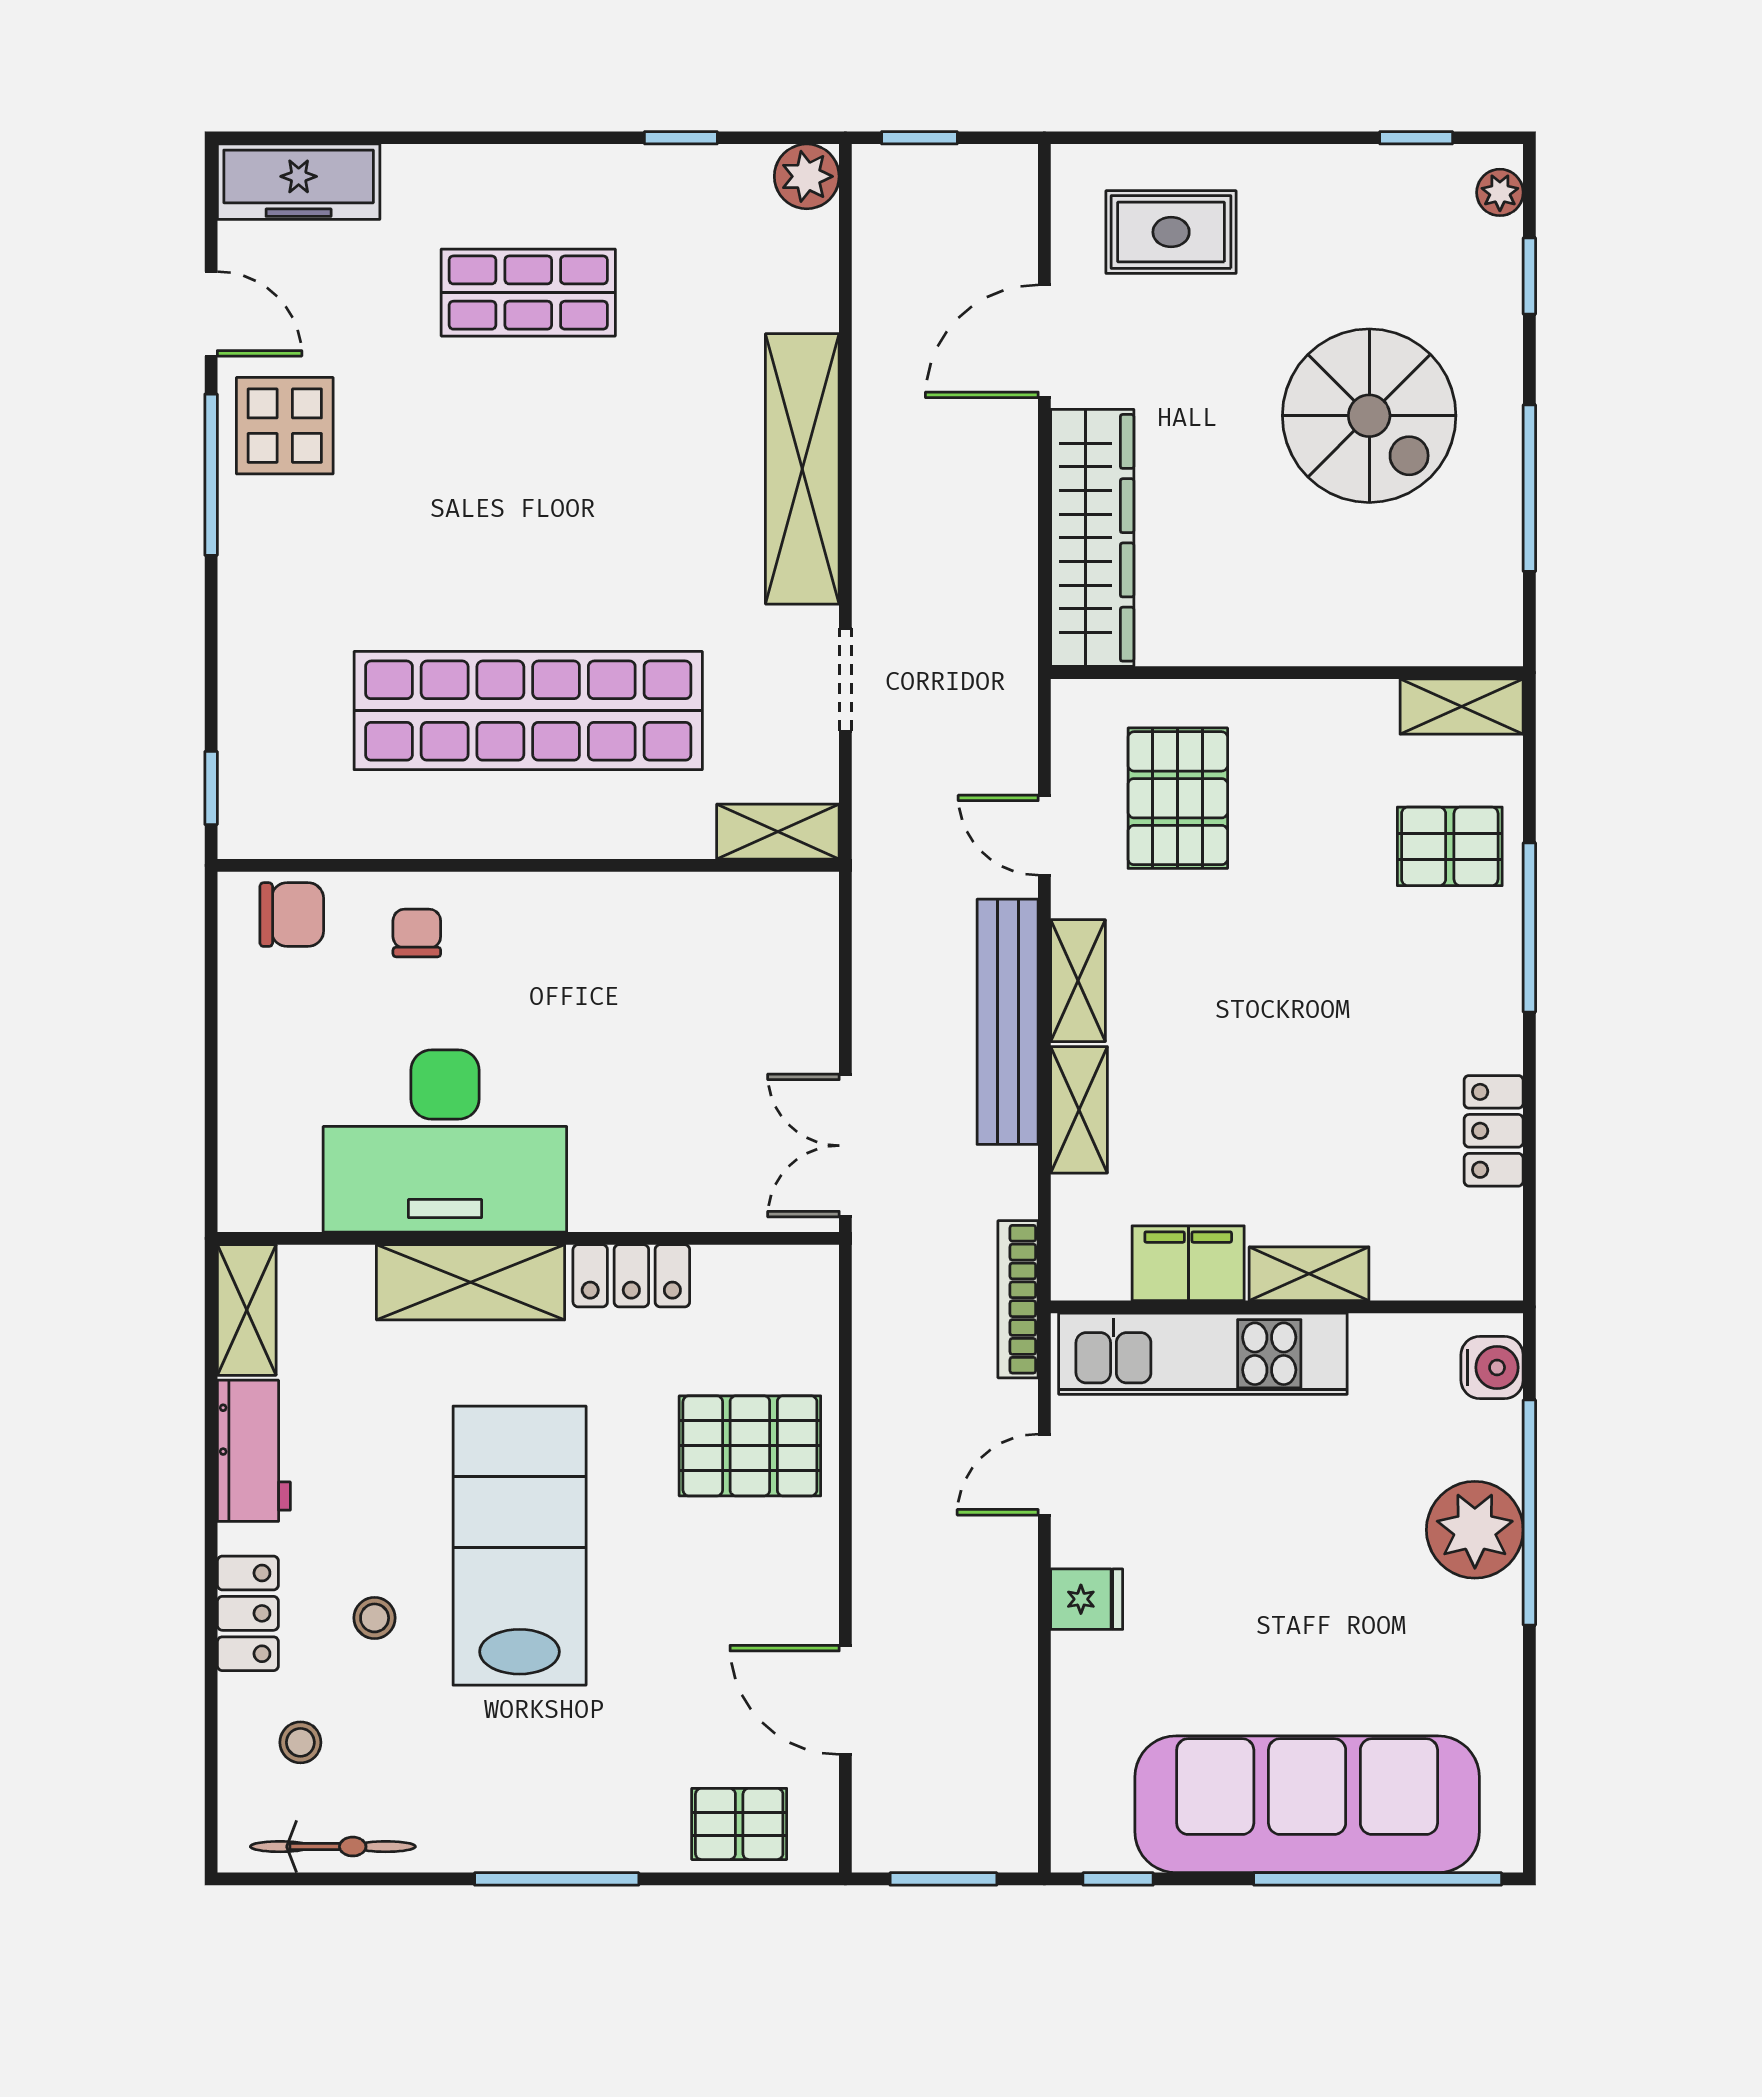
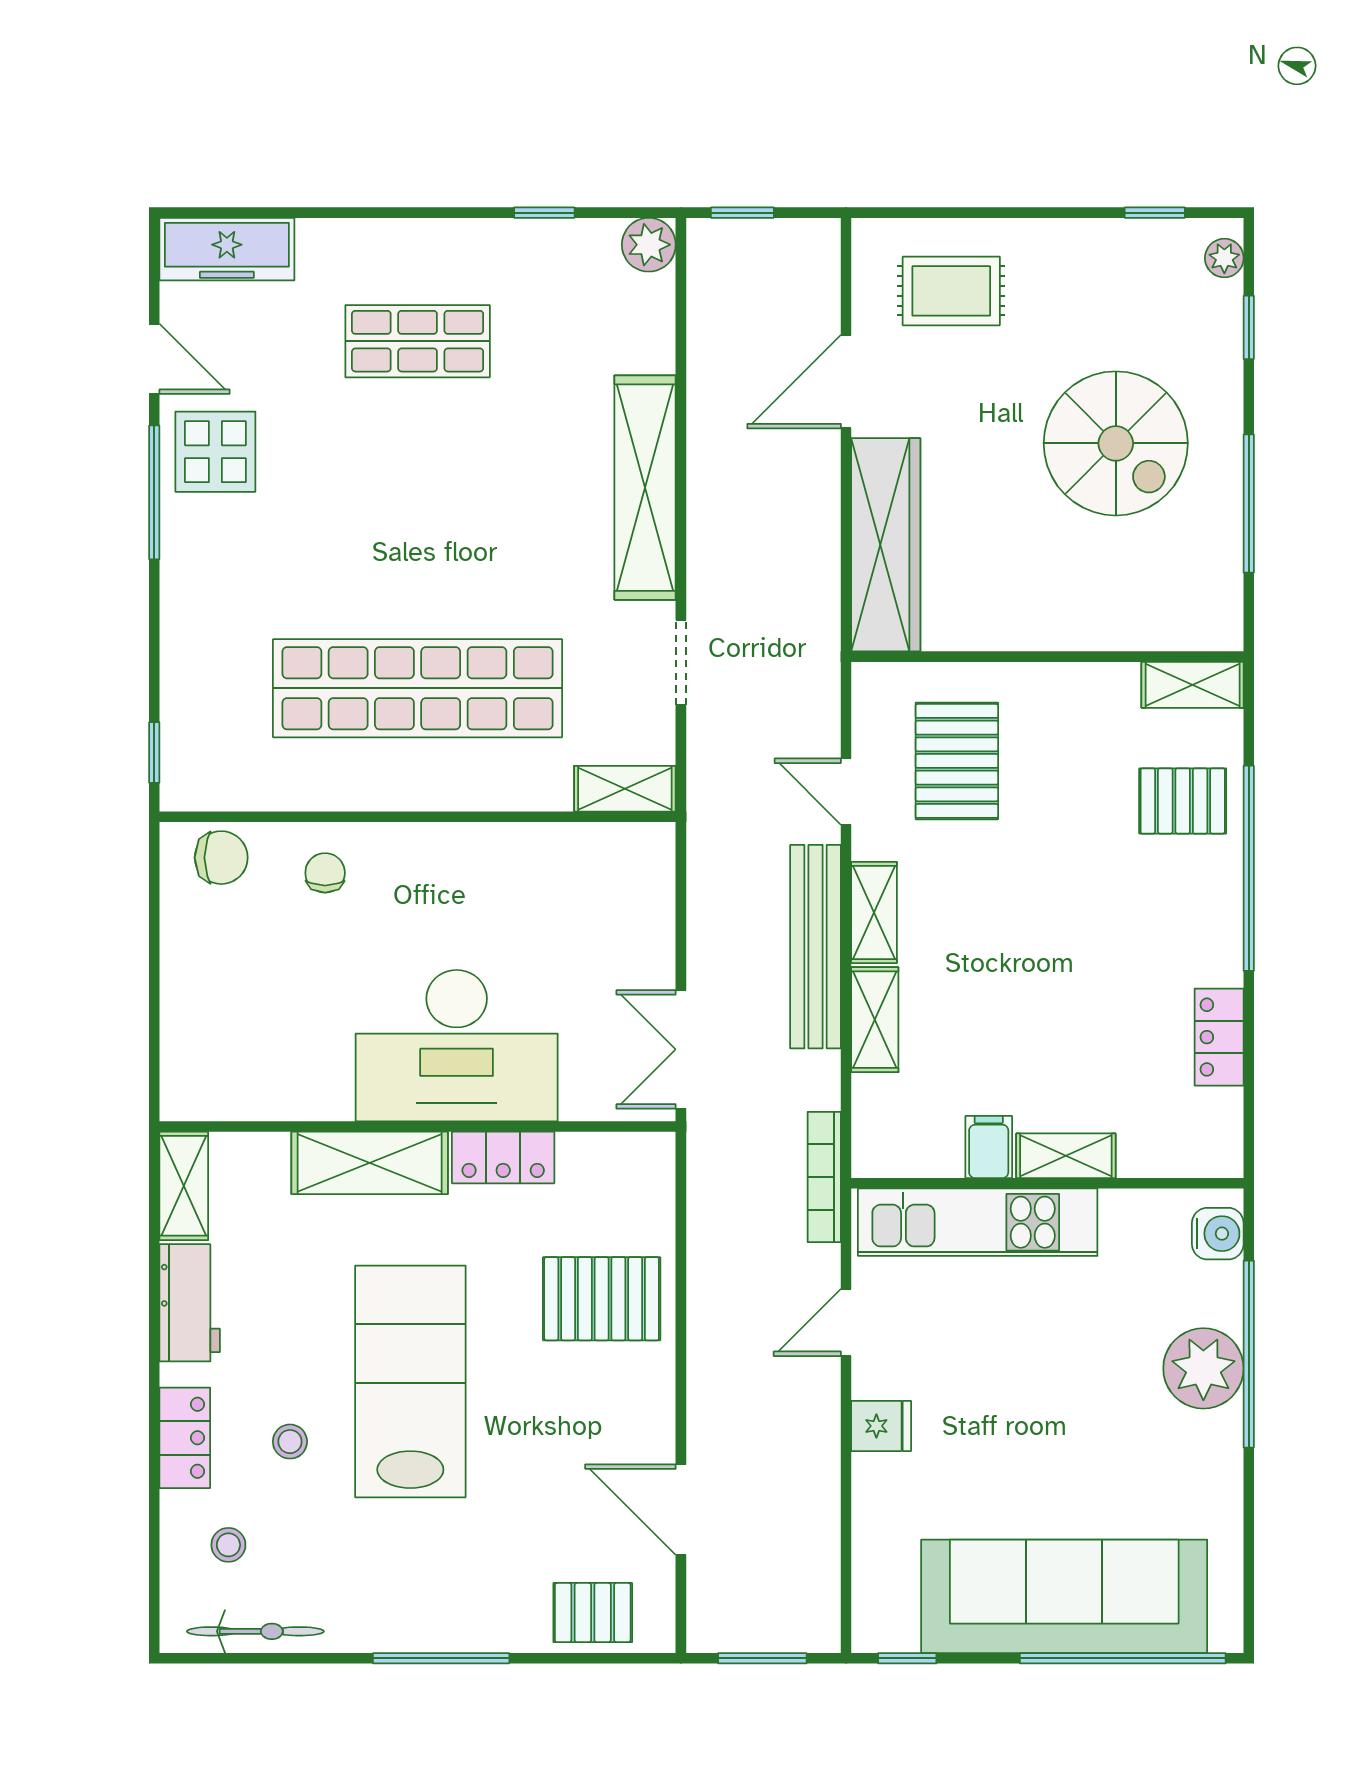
window: (1529, 927) -> (1249, 868), width x1.46
desk: (445, 1141) -> (457, 1046), moved
filing cabinet: (1188, 1263) -> (989, 1147), width x0.50

